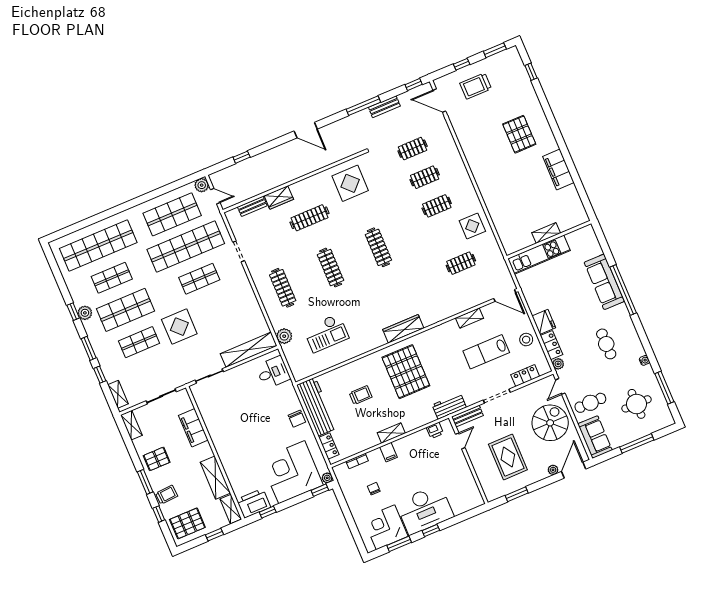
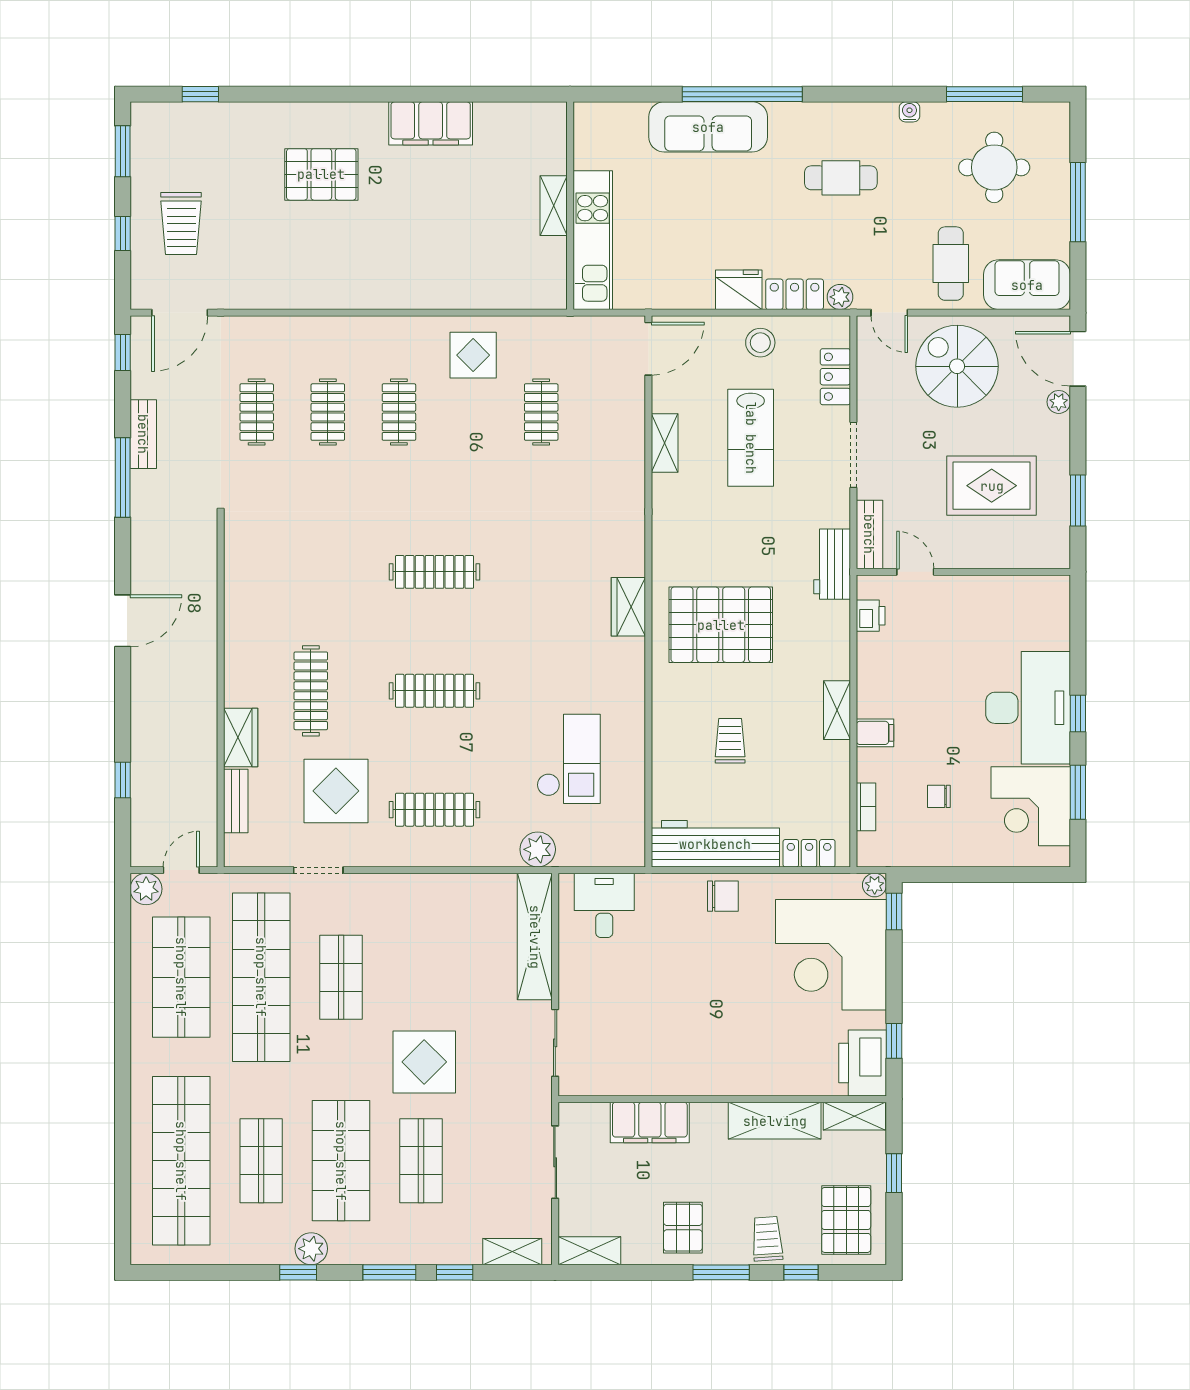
display table: (350, 183) -> (336, 791), moved
wardrobe: (403, 329) -> (628, 607), width x0.67

